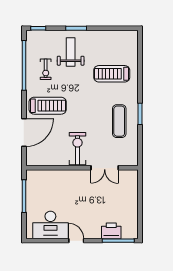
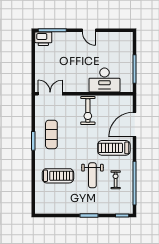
weight bench: (71, 52) -> (92, 175), moved
double door: (105, 168) -> (50, 94), moved
desk: (50, 225) -> (104, 80), moved, turned 180
printer: (111, 231) -> (43, 39), moved

